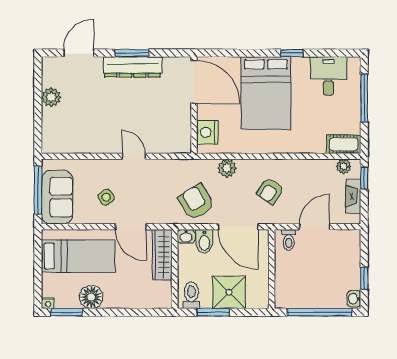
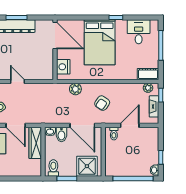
armchair: (196, 202) -> (56, 110), removed
shower: (229, 292) -> (87, 166), moved

